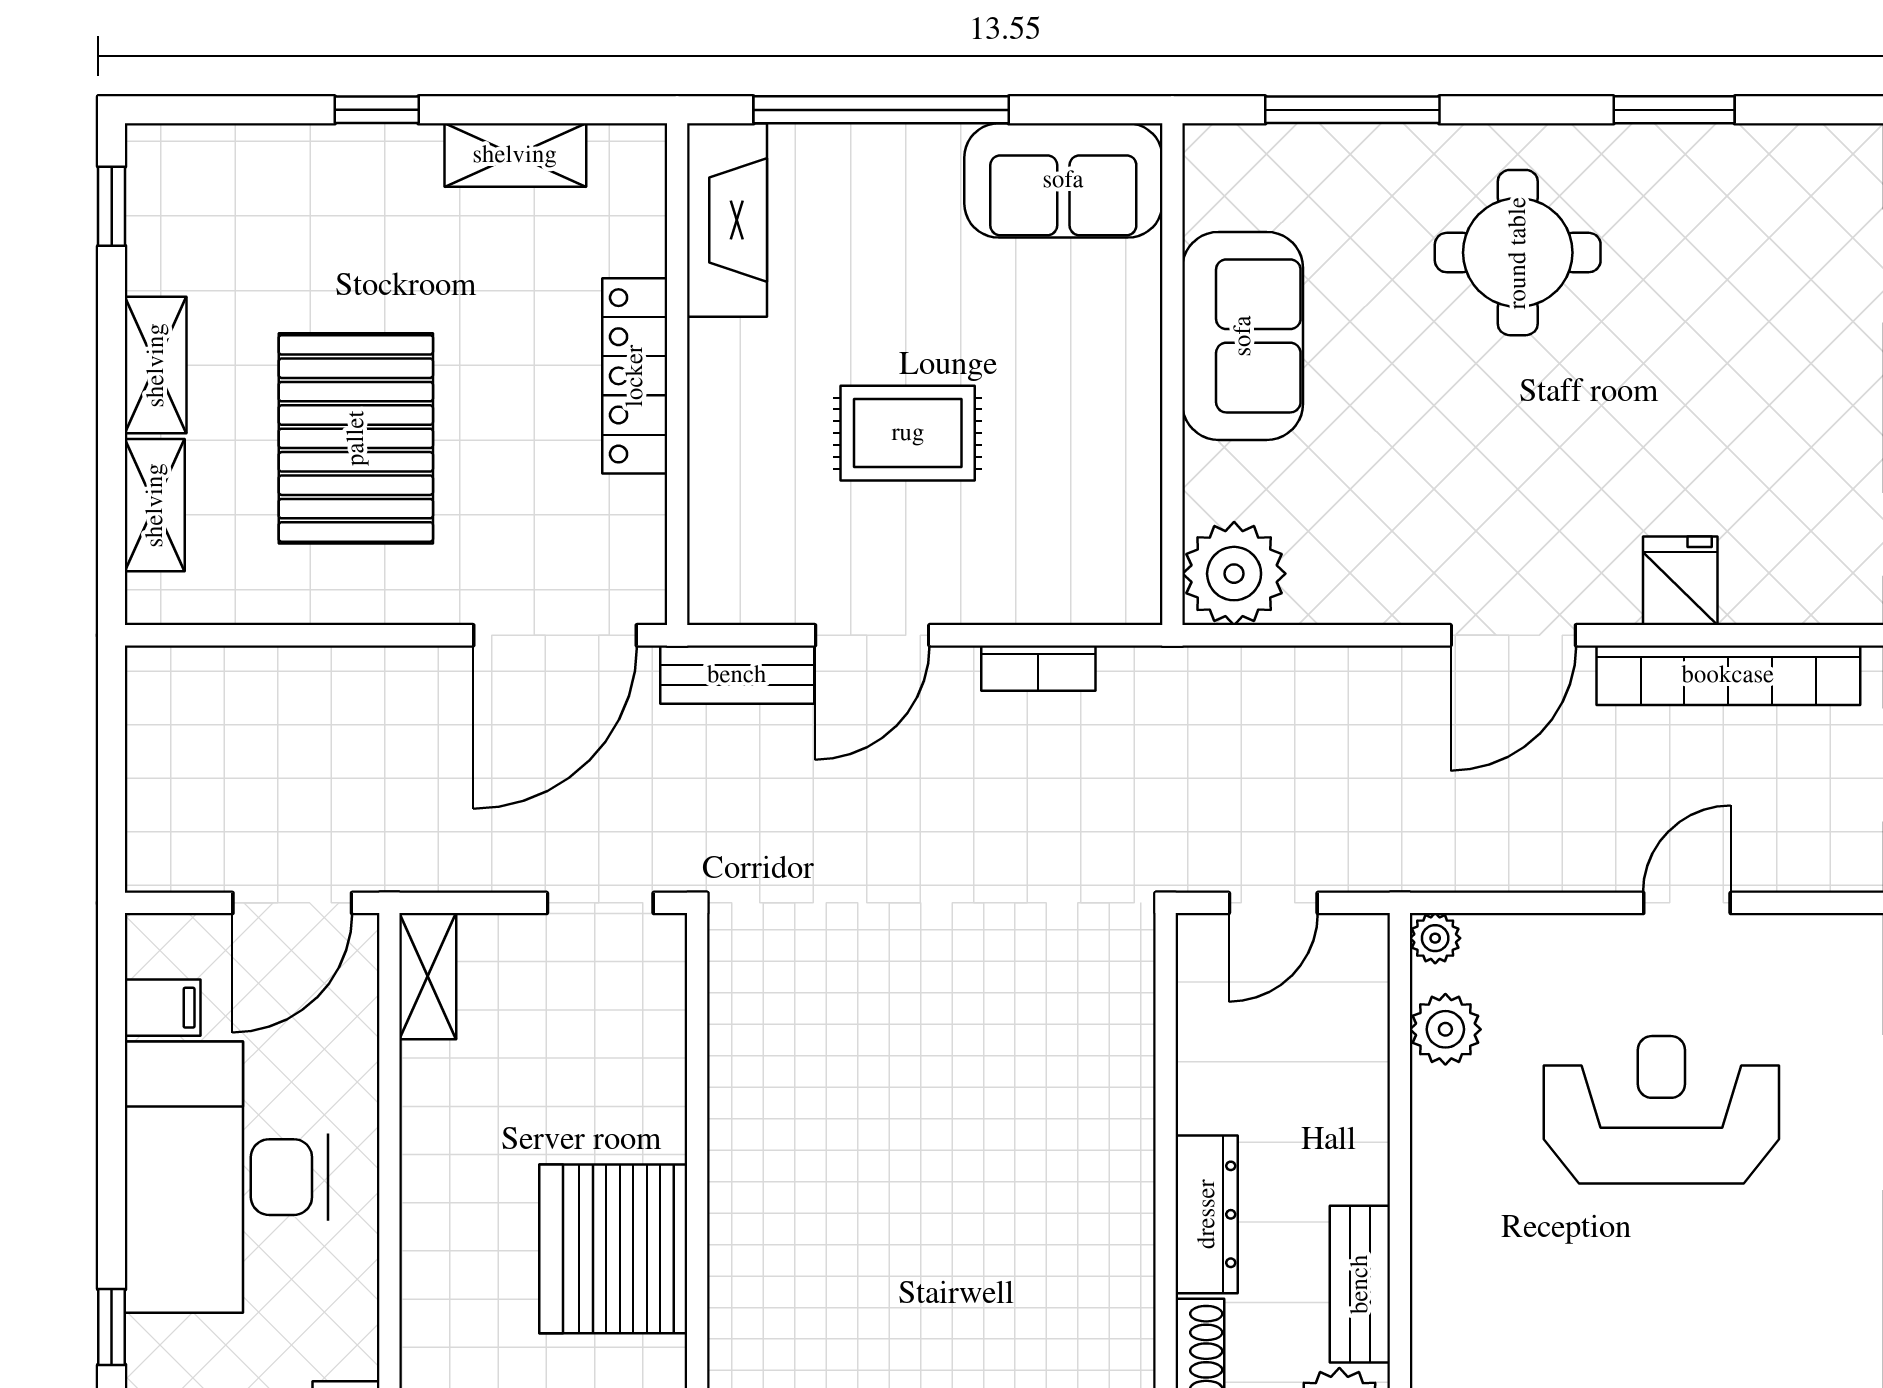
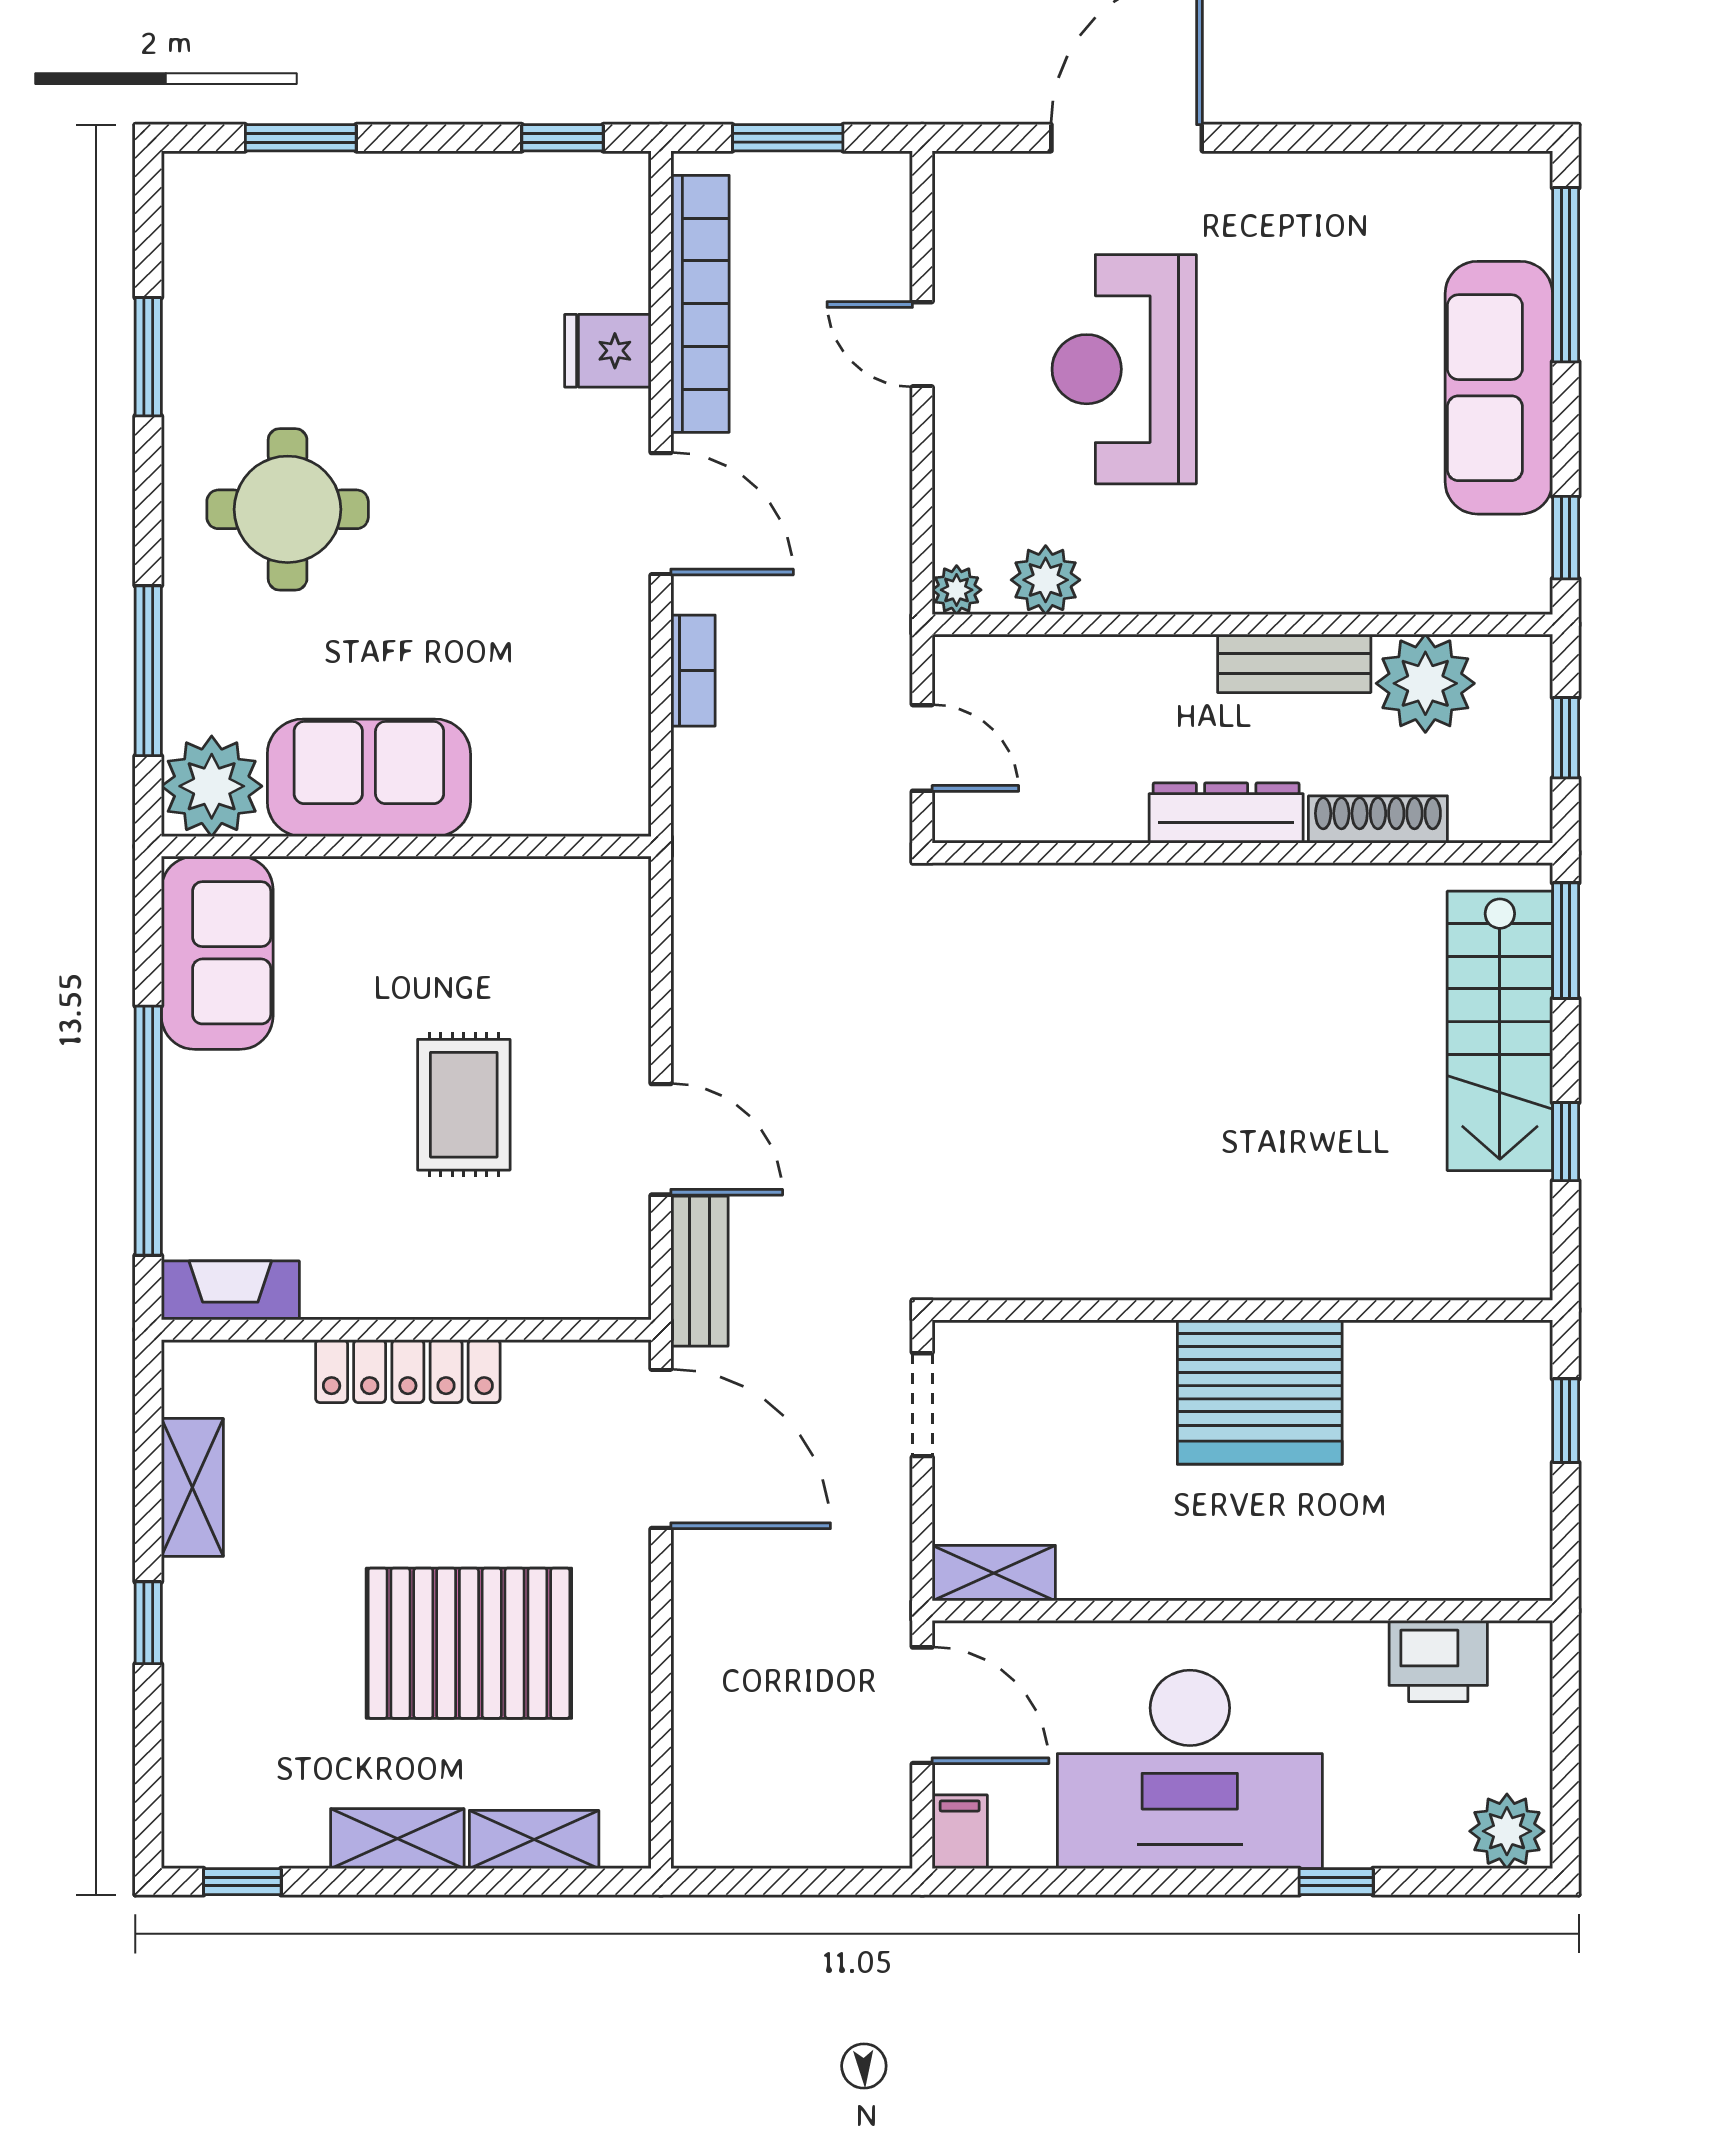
fireplace: (727, 220) -> (230, 1290), width x0.73, depth x0.76
plant: (1234, 574) -> (212, 786), moved
bookcase: (1038, 668) -> (693, 671), moved
filing cabinet: (163, 1008) -> (960, 1832), moved

